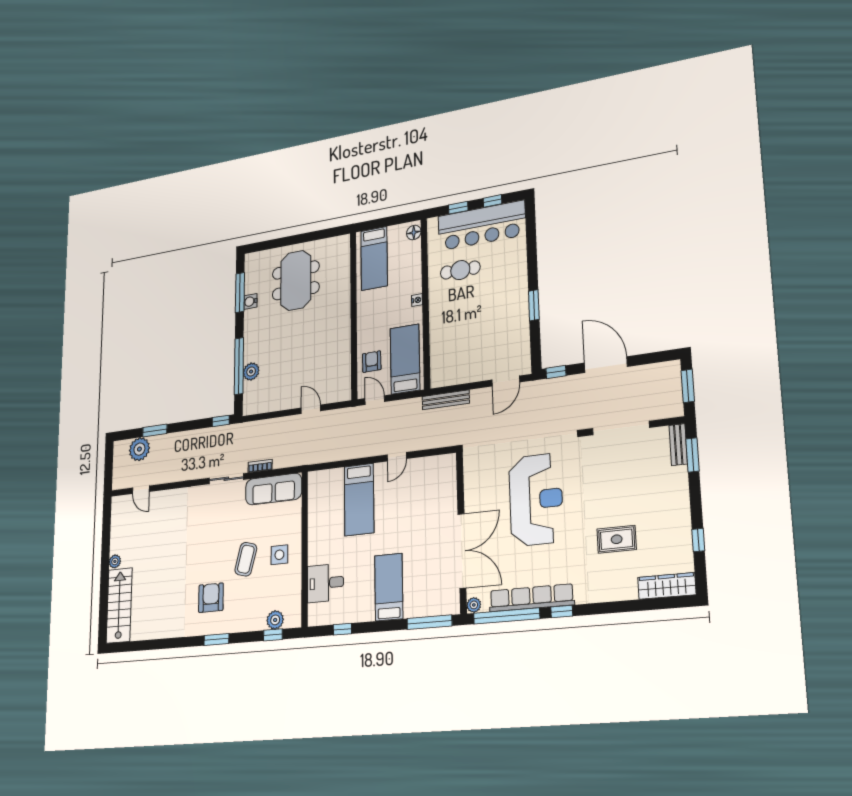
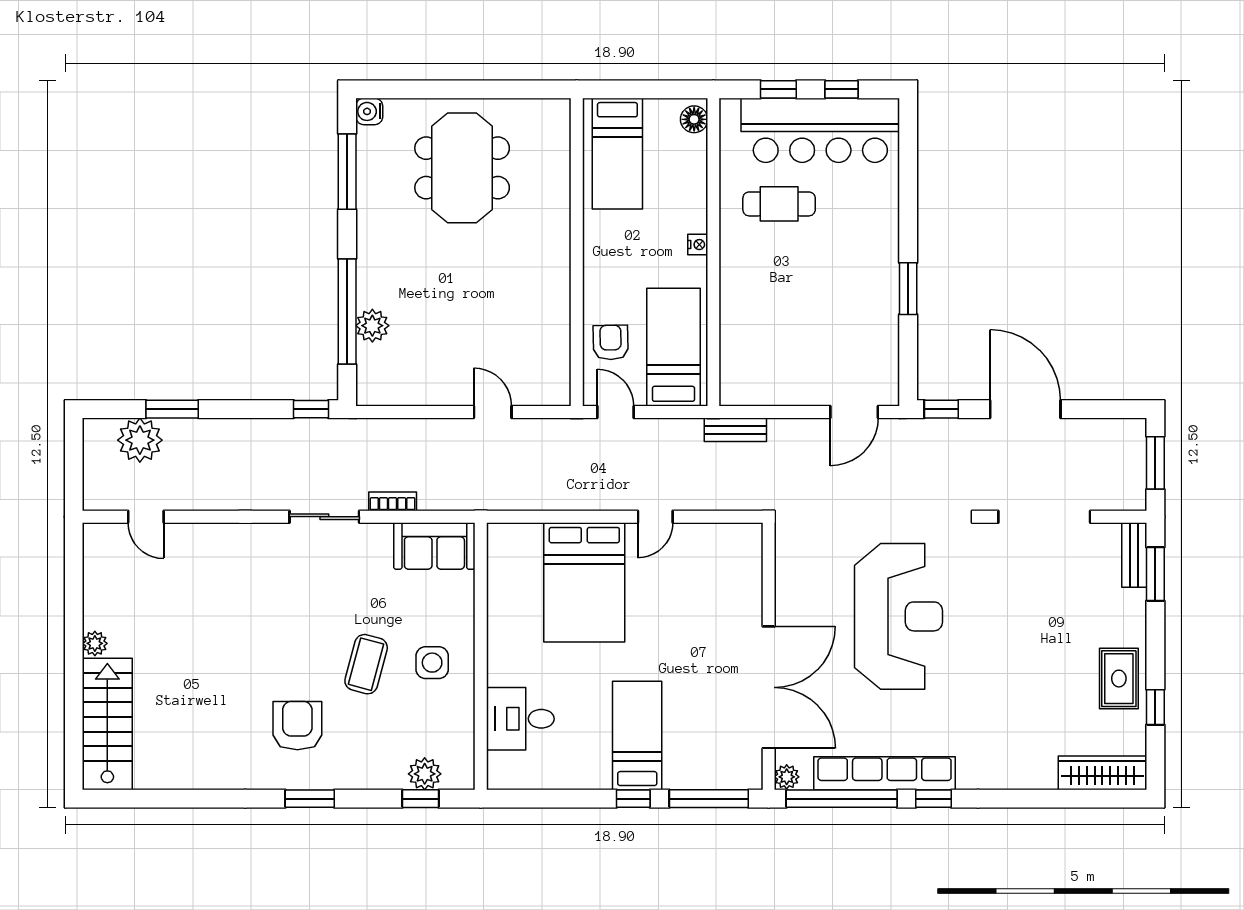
water cooler: (250, 301) -> (369, 111), moved
bench: (446, 400) -> (735, 430), width x0.73
sofa: (274, 489) -> (434, 546), width x0.73
bed: (359, 500) -> (584, 582), width x1.50
rug: (617, 539) -> (1119, 679), moved, turned 90
window: (342, 629) -> (633, 799), moved

